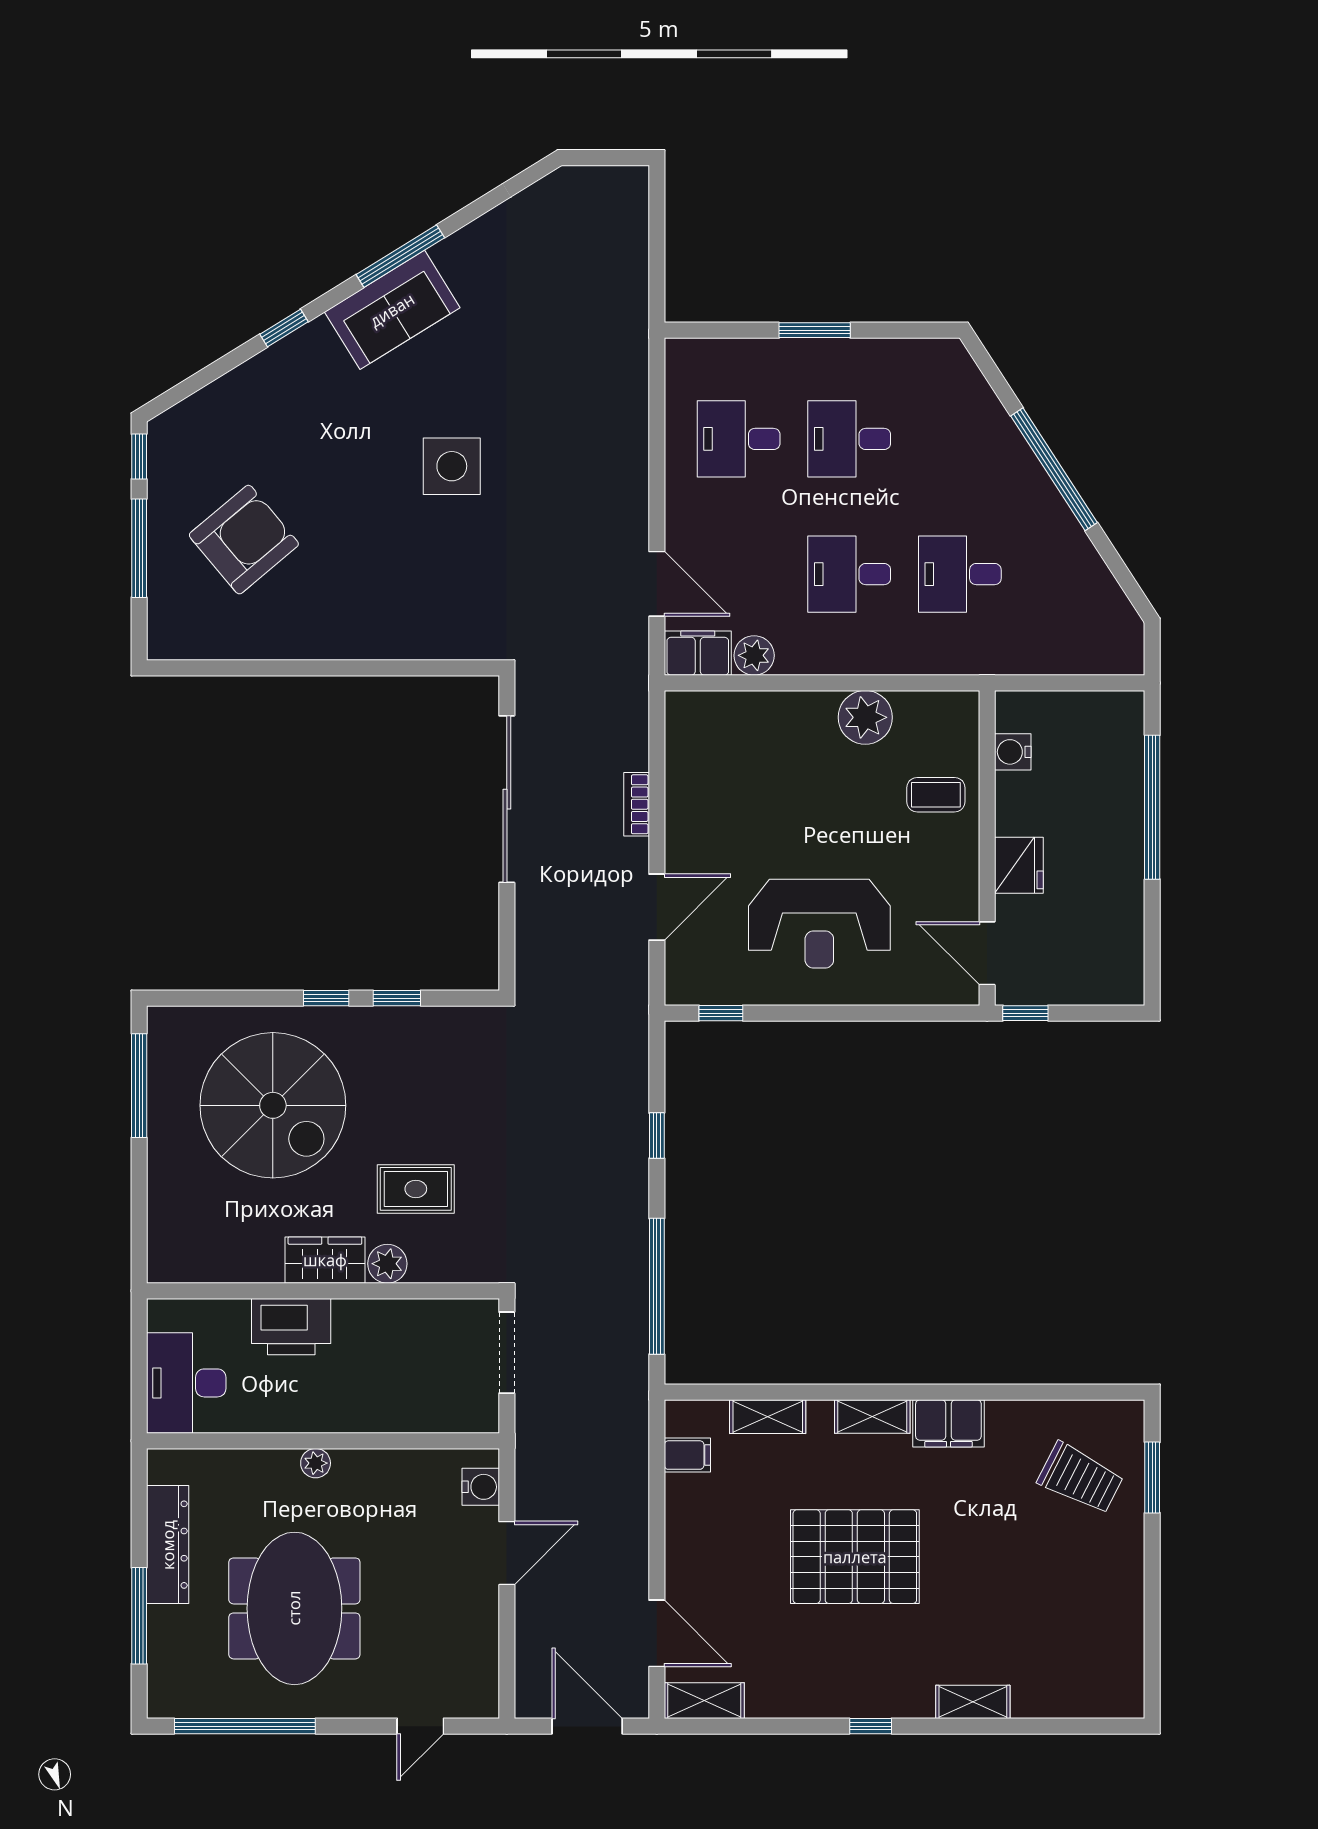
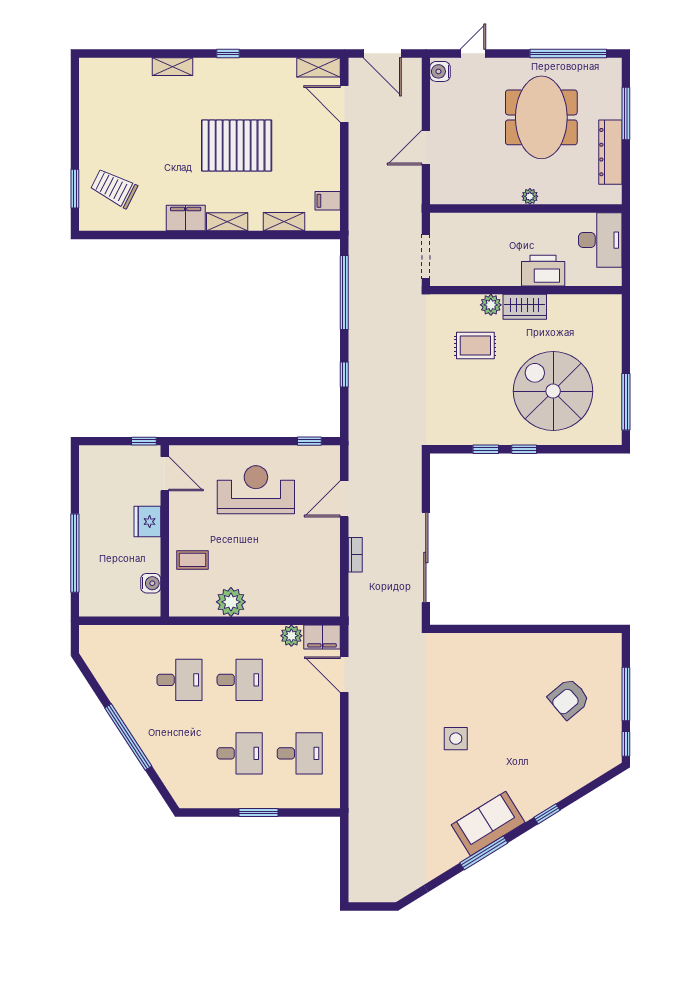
side table: (452, 466) -> (456, 739), width x0.73, depth x0.73
armchair: (244, 540) -> (569, 699), width x0.73, depth x0.73
water cooler: (481, 1487) -> (440, 71), moved

